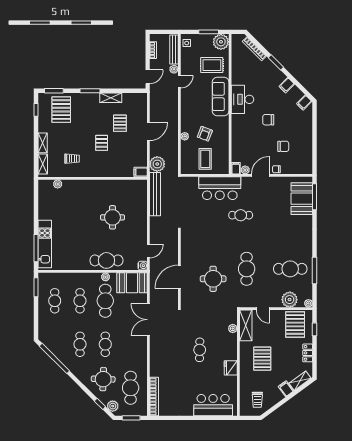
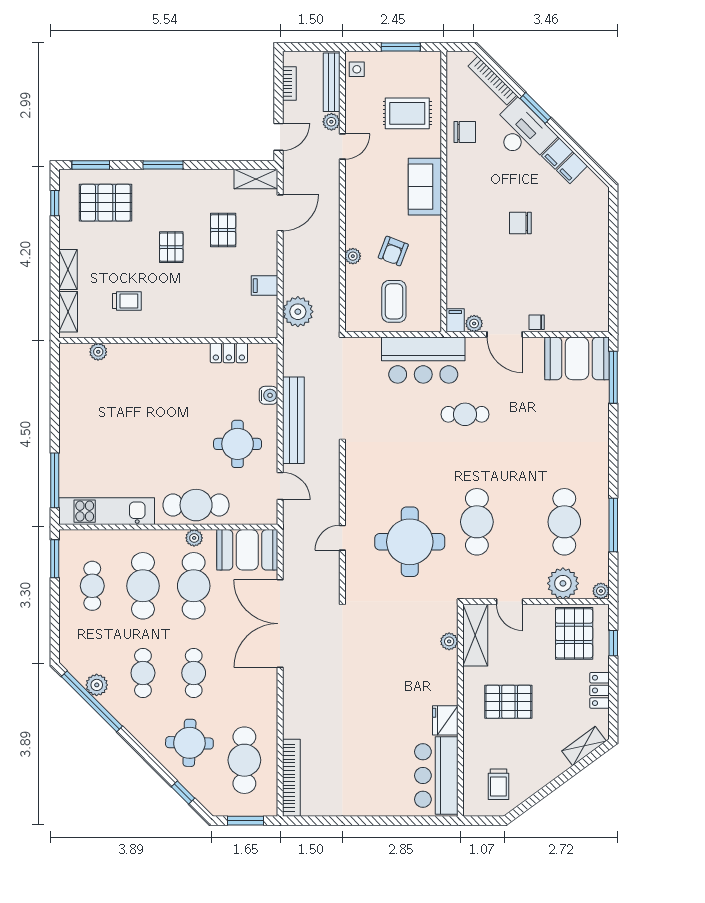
plant: (221, 42) -> (426, 67), removed
sofa: (221, 97) -> (425, 187), width x0.73
shelving: (111, 98) -> (256, 179), moved
desk: (242, 99) -> (522, 132), moved, turned 135
filing cabinet: (304, 103) -> (572, 168), moved
pallet: (61, 110) -> (105, 203), turned 90
door: (148, 131) -> (280, 213), moved
pallet: (102, 143) -> (171, 247), moved
chair: (283, 146) -> (465, 132), moved
filing cabinet: (141, 172) -> (264, 286), moved
door: (260, 175) -> (505, 334), swing flipped
locker: (123, 185) -> (229, 353), added
bench: (155, 194) -> (293, 420), moved
booth: (302, 199) -> (577, 358), moved, turned 90
round table: (113, 217) -> (238, 444), moved
kitchen unit: (45, 244) -> (107, 511), moved, turned -90
door: (148, 251) -> (280, 486), hinge flipped
water cooler: (143, 266) -> (269, 395), moved
cafe table: (290, 269) -> (564, 522), turned 90
door: (179, 277) -> (342, 538), width x0.53
round table: (213, 279) -> (410, 542), width x1.36, depth x1.36
cafe table: (80, 301) -> (143, 586), width x1.37, depth x1.35
double door: (148, 320) -> (280, 624), width x1.36
cafe table: (200, 350) -> (383, 684), removed
pallet: (262, 359) -> (508, 702), turned 90
filing cabinet: (286, 389) -> (556, 762), removed
bar counter: (213, 405) -> (436, 776), moved, turned -90
plant: (113, 406) -> (97, 685), moved

